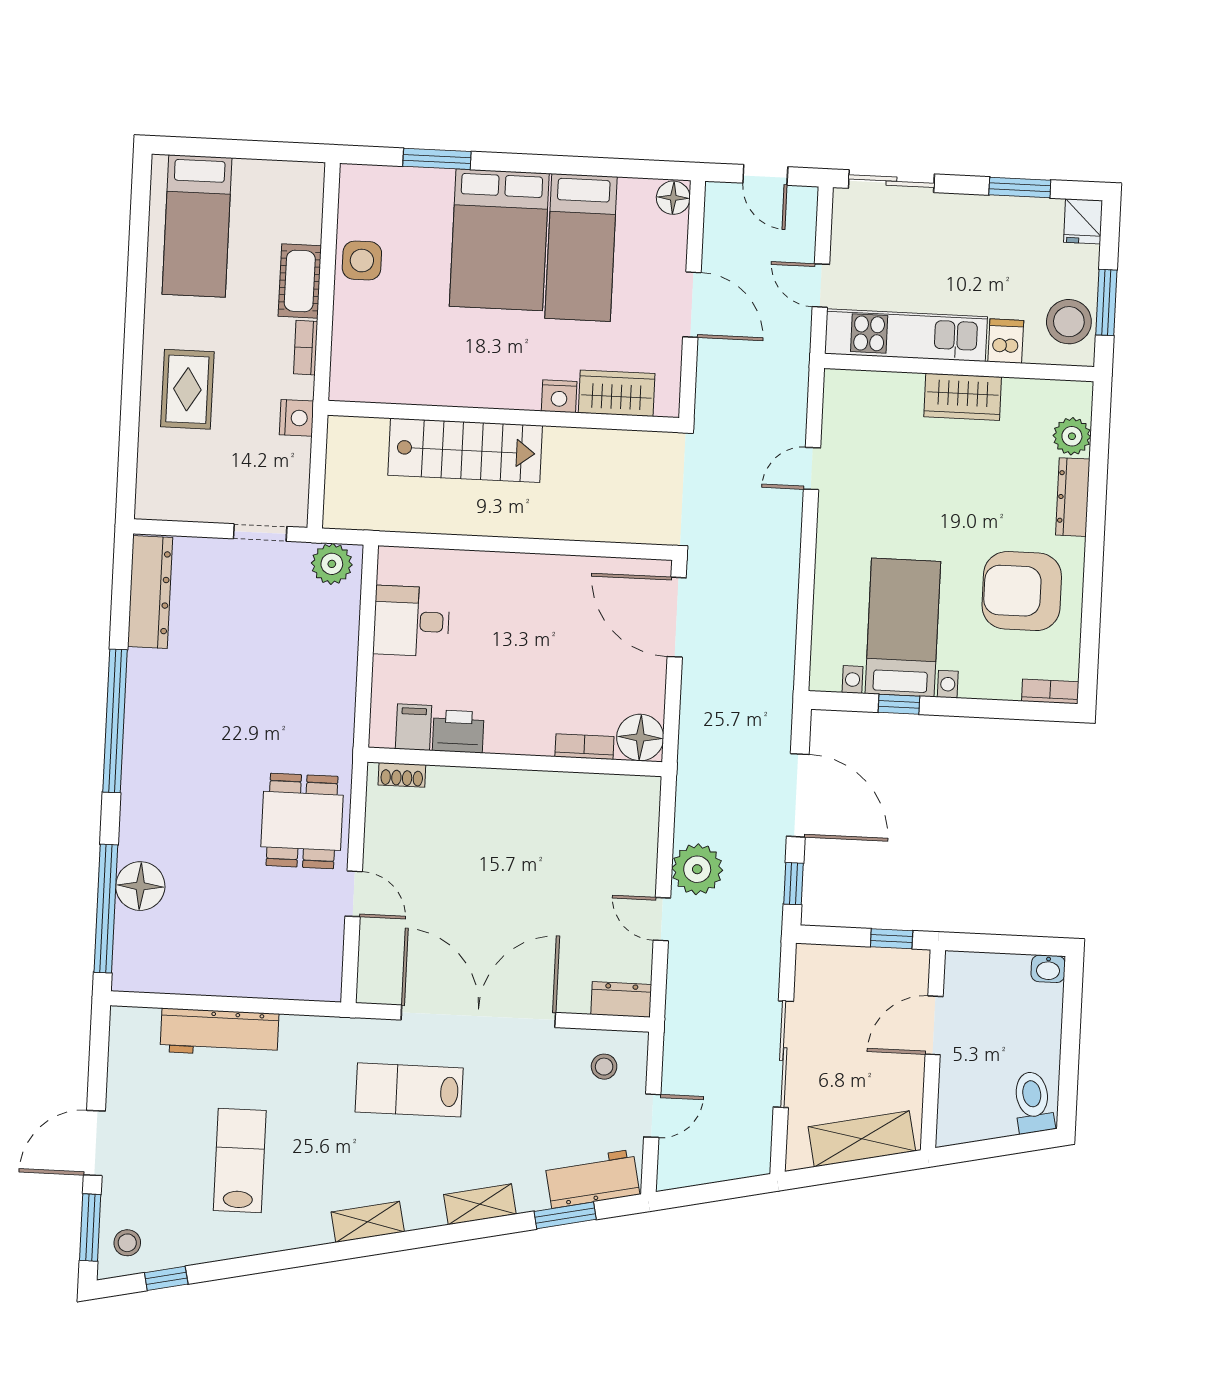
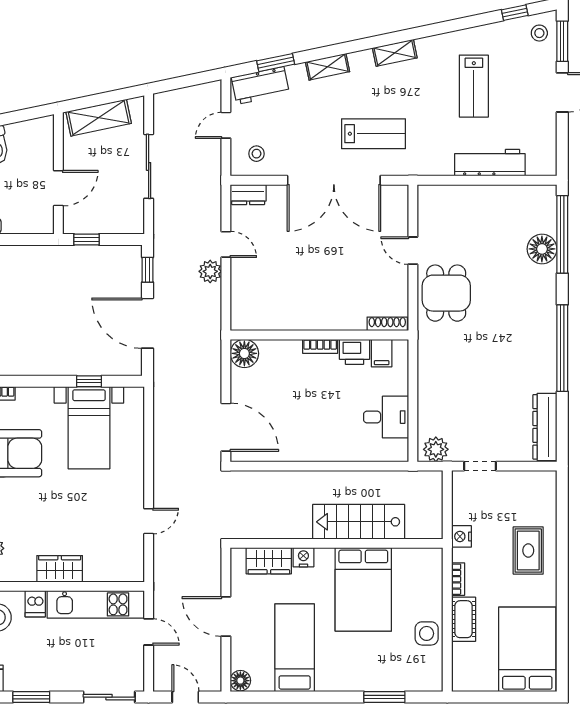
bed: (197, 226) -> (527, 649), width x1.50
bed: (499, 240) -> (363, 589), moved, turned 180
bookcase: (584, 747) -> (320, 346), moved
shoe rack: (402, 775) -> (387, 324), width x1.43
plant: (697, 869) -> (210, 271), width x0.73, depth x0.73

